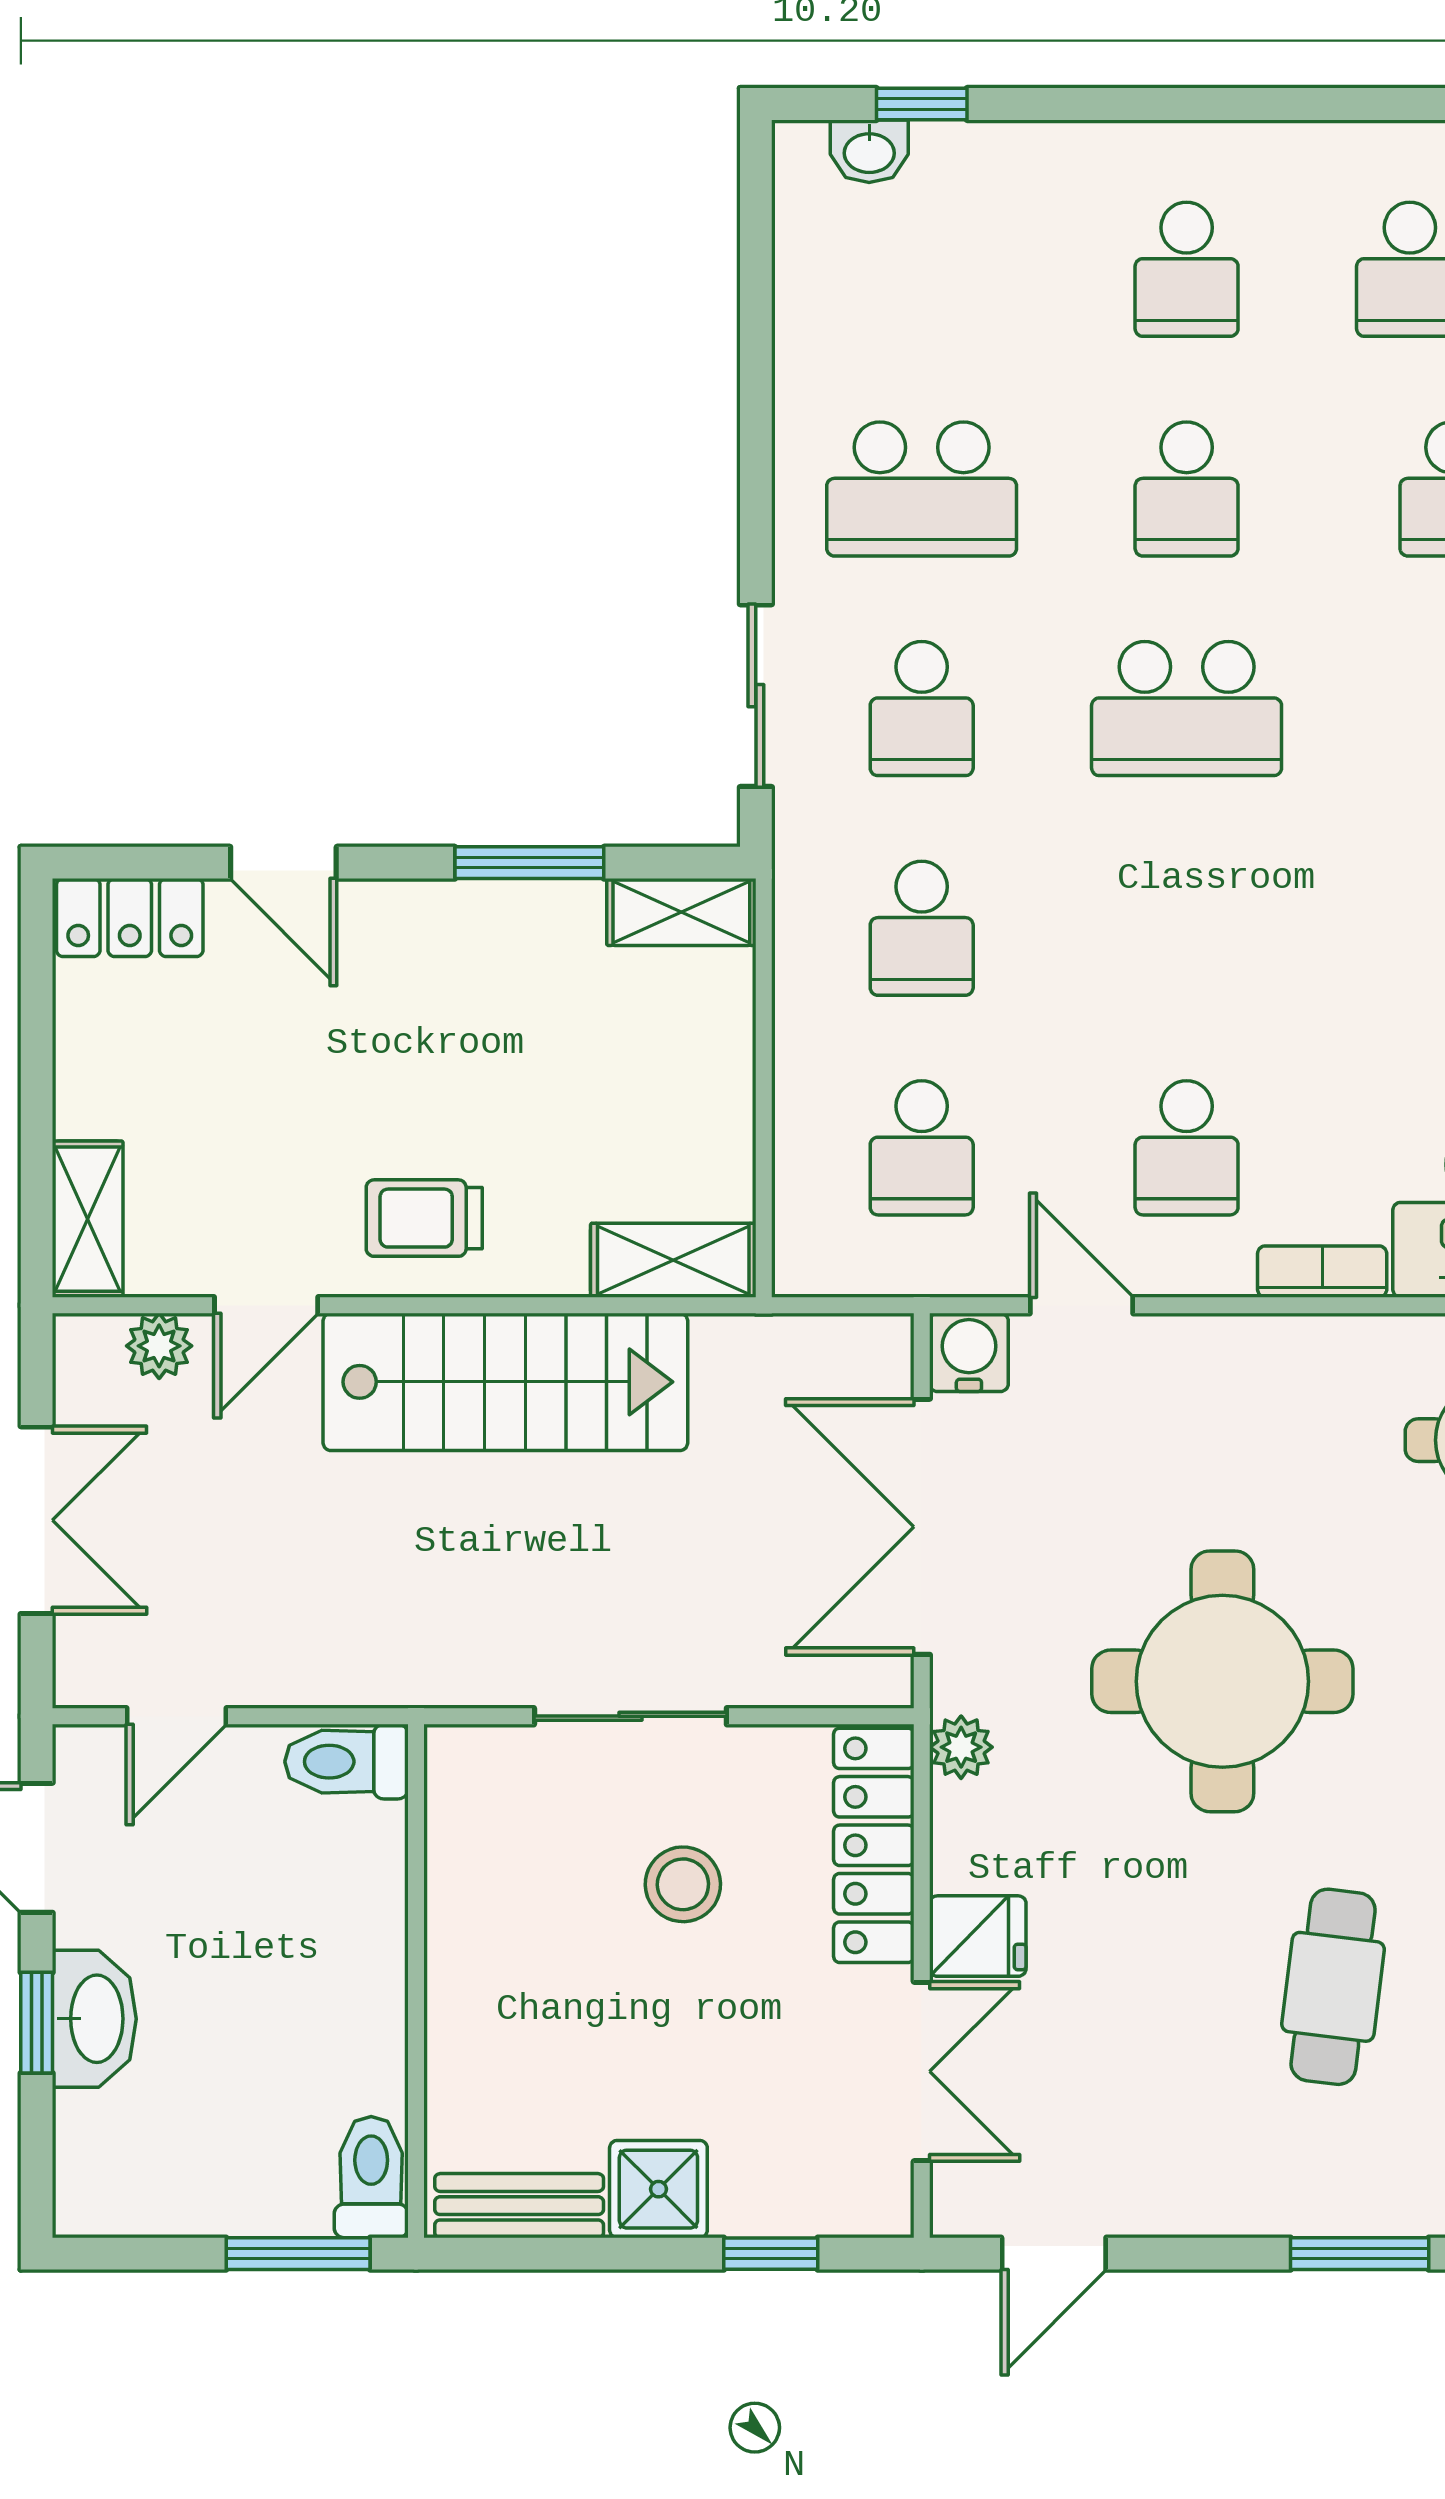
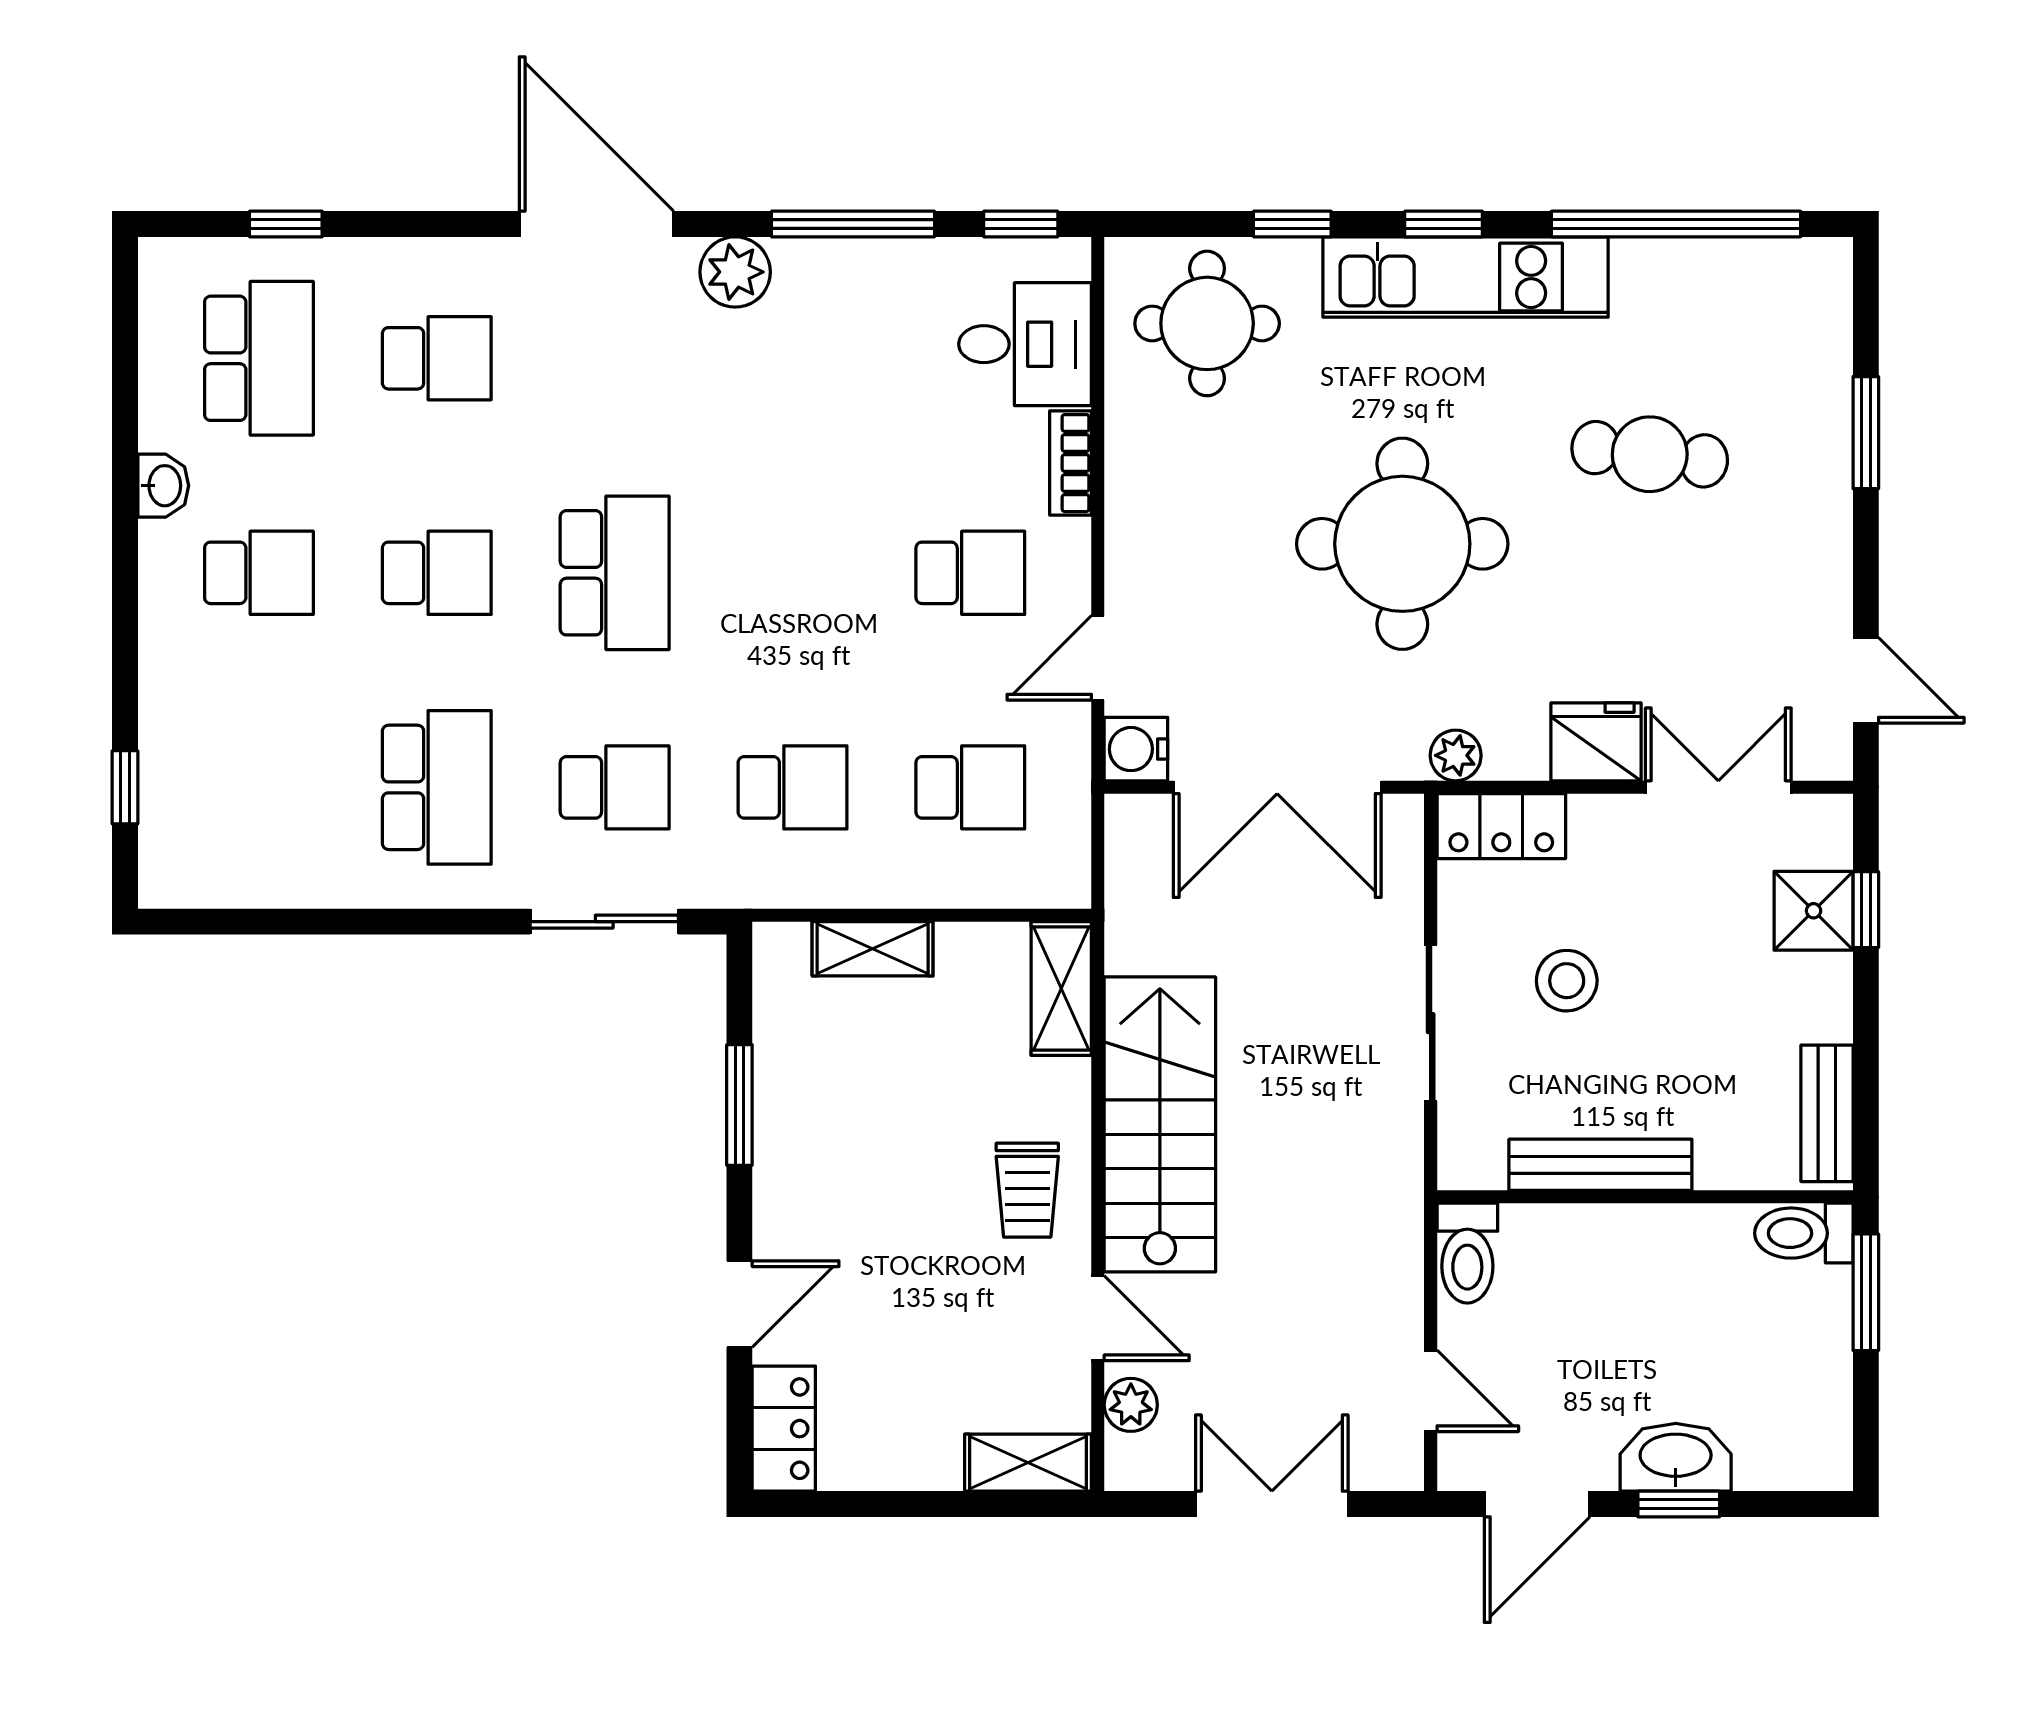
washbasin: (869, 151) -> (163, 486), moved
shelving: (681, 912) -> (873, 949), moved, turned 90
locker: (874, 1845) -> (1501, 826), width x0.66
bench: (456, 1926) -> (1600, 1165), added
fridge: (978, 1936) -> (1596, 742), width x1.38
shower: (658, 2189) -> (1814, 911), moved

